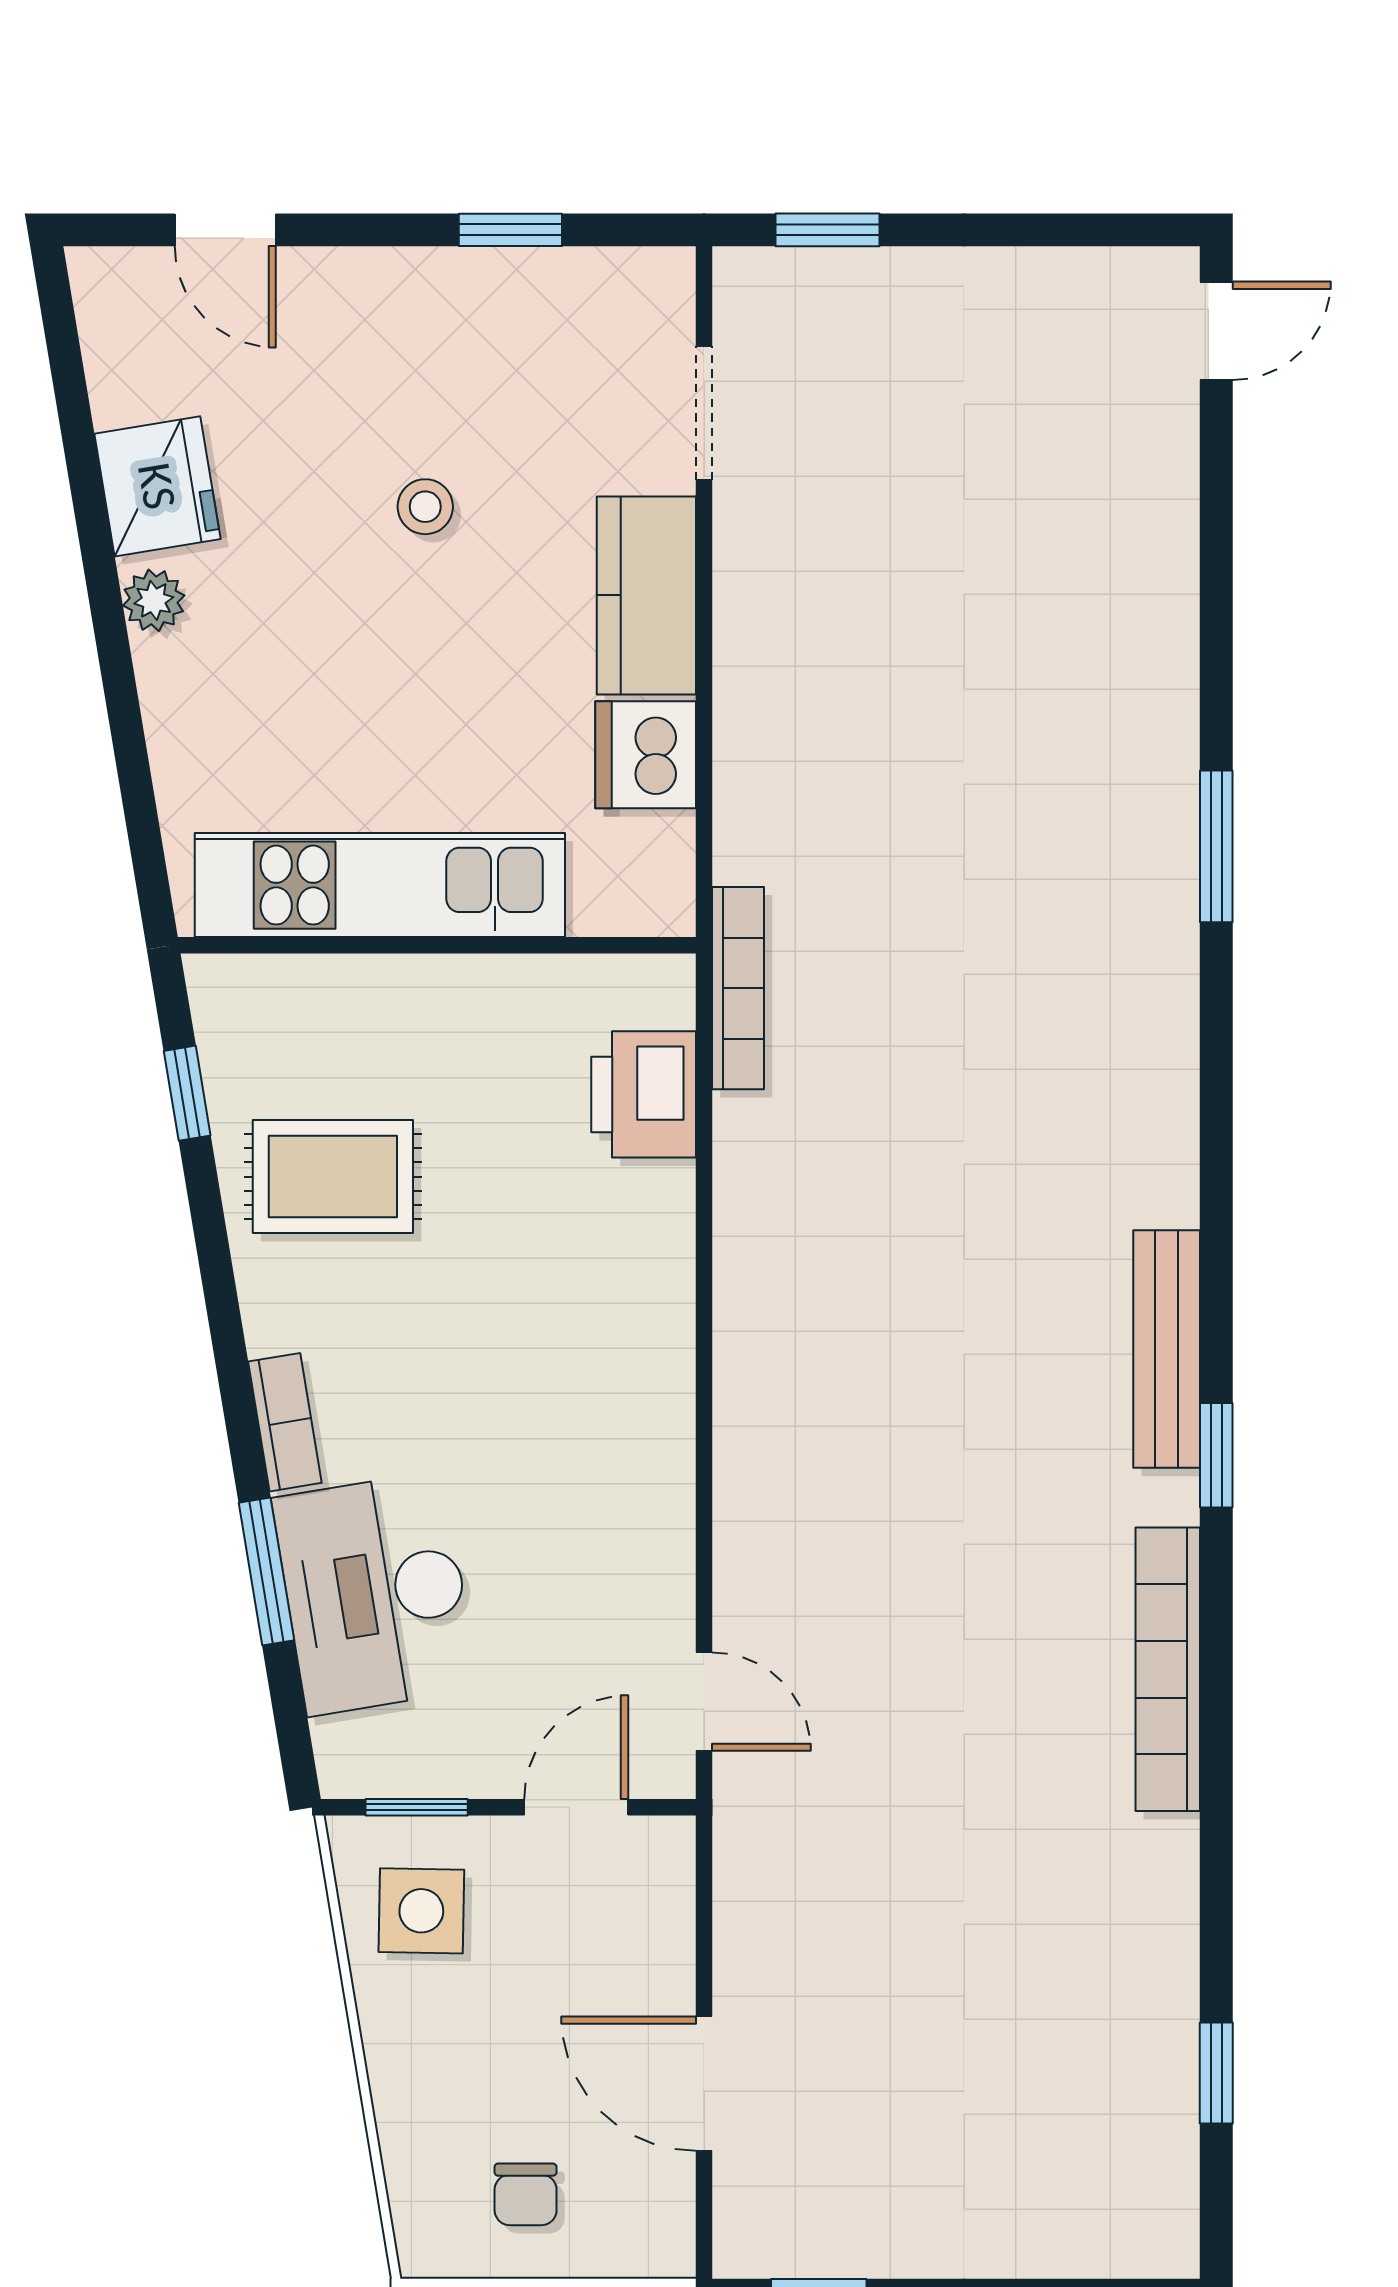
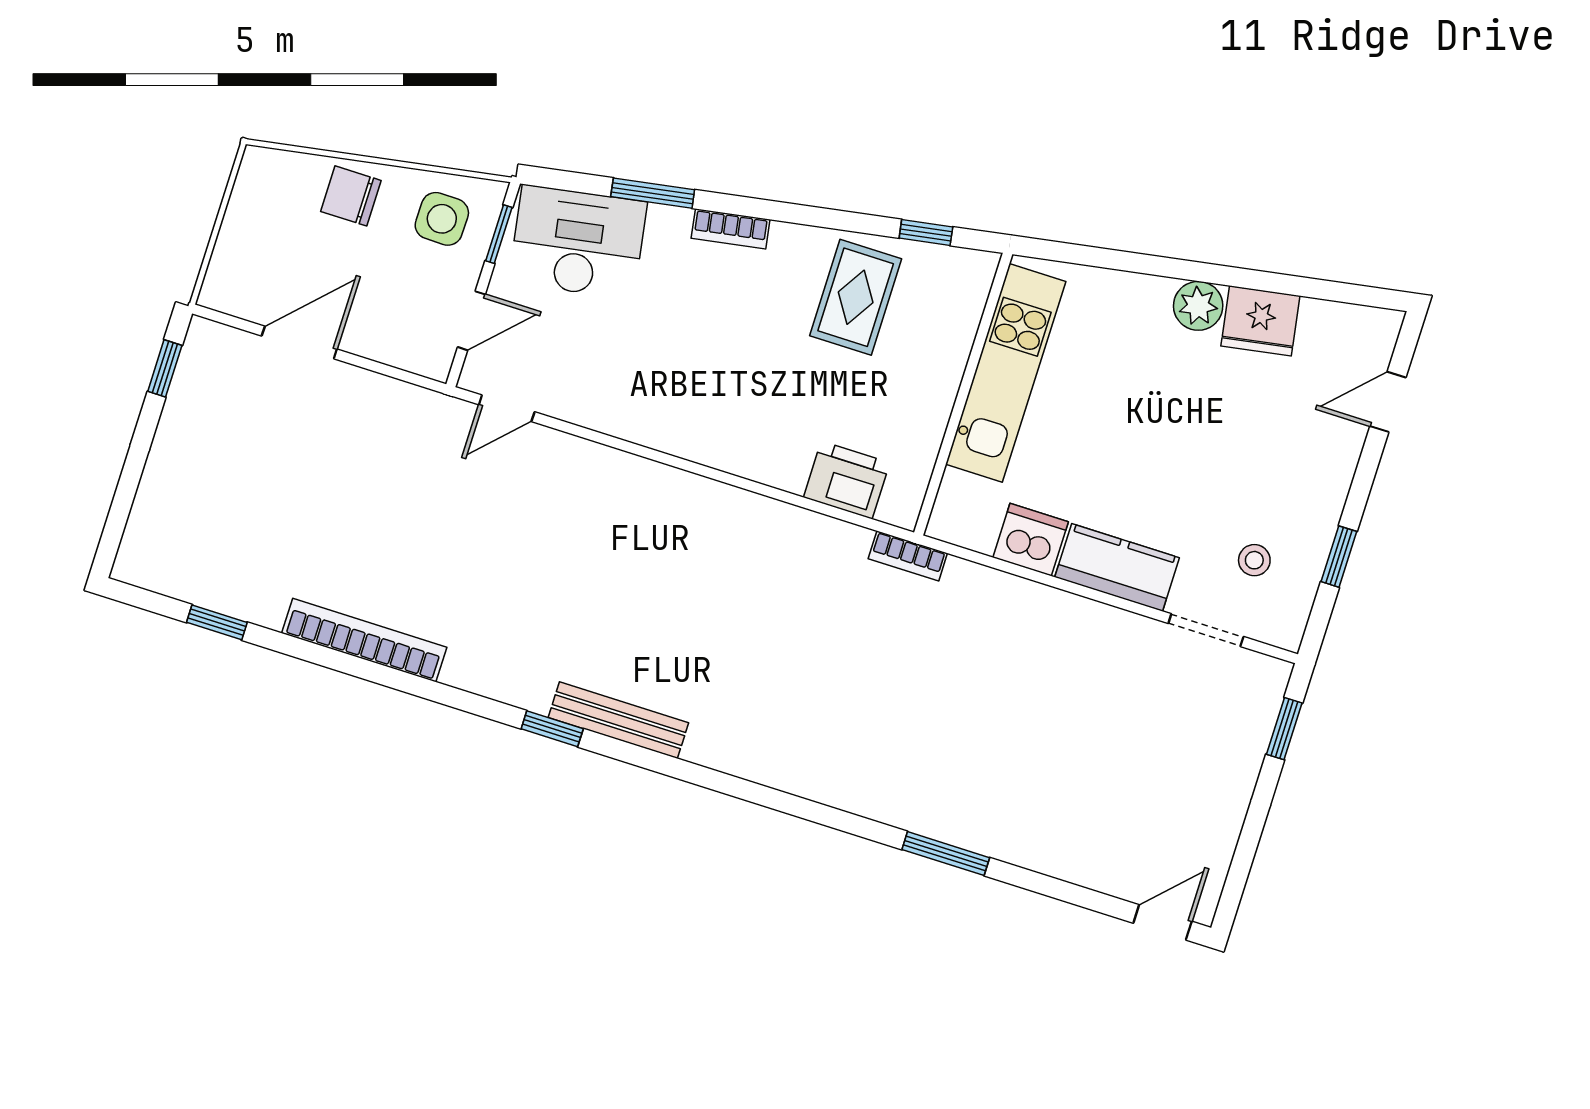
door: (1216, 331) -> (1163, 922), swing flipped
stool: (425, 507) -> (1254, 560), moved
plant: (154, 600) -> (1198, 306), width x1.38, depth x1.38
window: (1216, 846) -> (946, 854), moved
bookcase: (738, 988) -> (908, 556), width x0.64
desk: (375, 1593) -> (578, 242), moved
bookcase: (1168, 1669) -> (364, 640), moved
door: (576, 1807) -> (471, 321), hinge flipped
chair: (526, 2194) -> (351, 196), moved, width x1.37, depth x1.37

